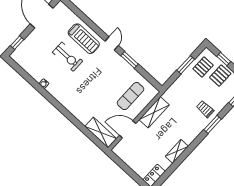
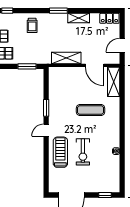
exercise bike: (68, 57) -> (83, 152), turned 180
window: (186, 65) -> (27, 66), moved
exercise mat: (131, 96) -> (90, 110), moved
window: (213, 124) -> (58, 11), moved
door: (123, 166) -> (122, 45), added

